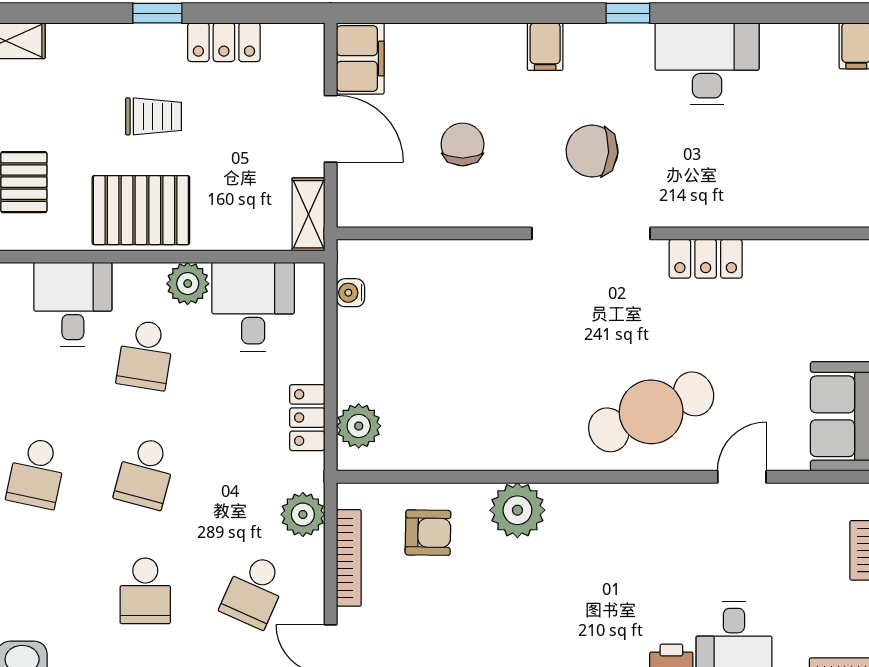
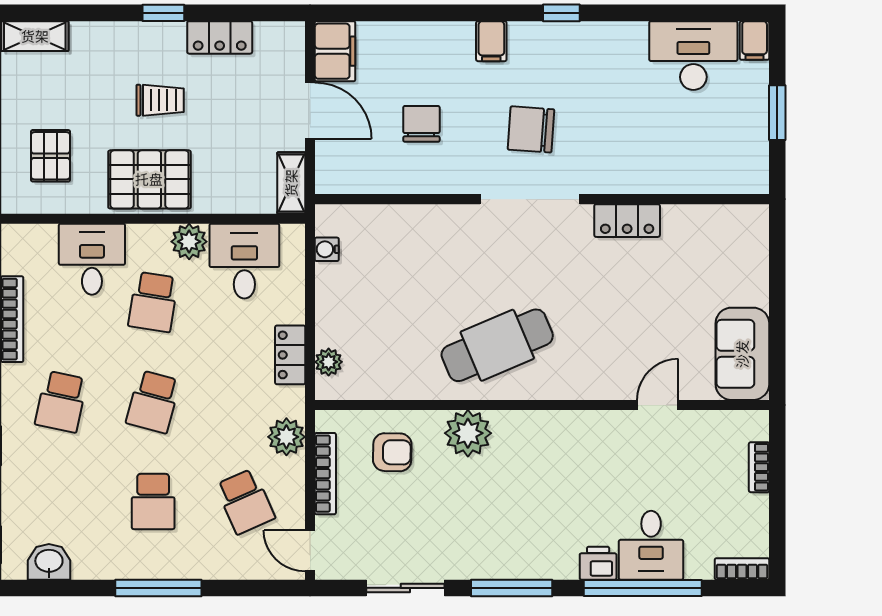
desk: (707, 64) -> (693, 56), moved
cafe table: (651, 412) -> (497, 345), moved
plant: (359, 426) -> (329, 362), width x0.73, depth x0.73
school desk: (254, 591) -> (245, 501), turned -48

